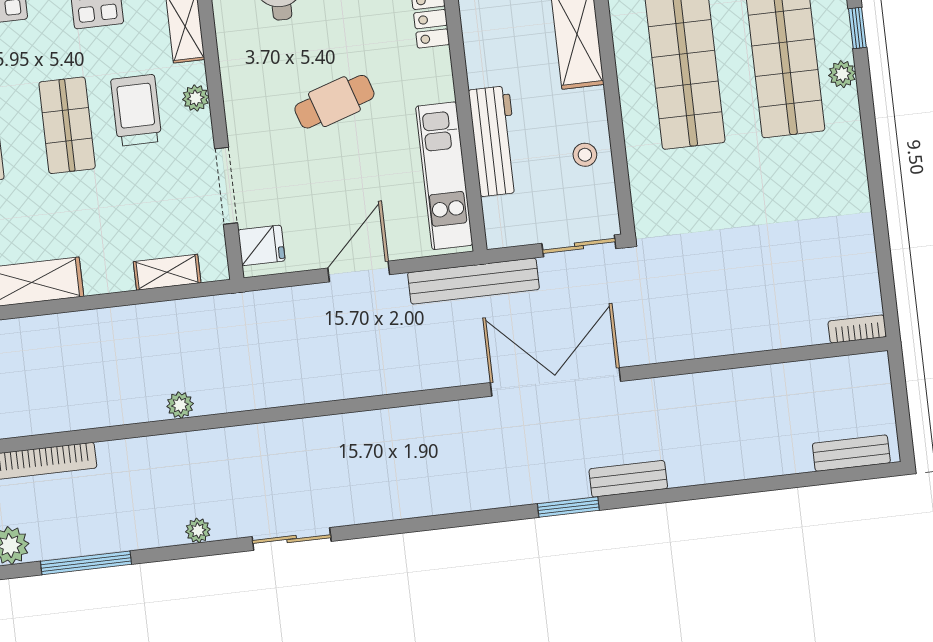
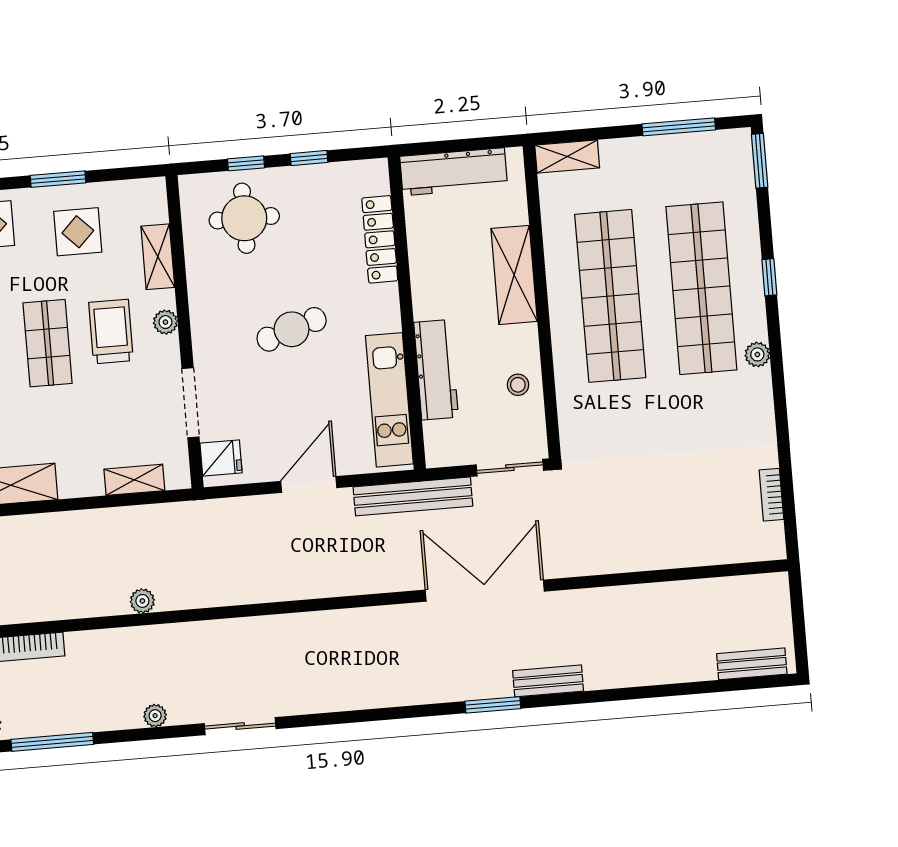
plant: (842, 74) -> (757, 354), moved
bookcase: (857, 329) -> (771, 495), moved, turned -90

